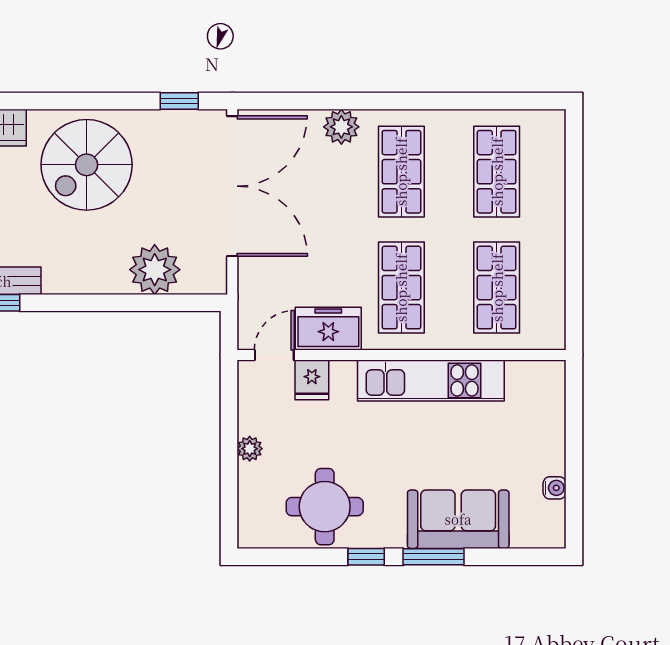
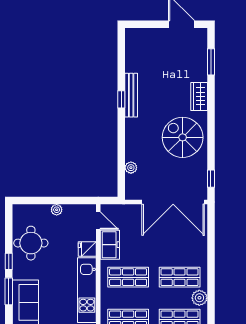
plant: (341, 127) -> (199, 298), moved
plant: (155, 270) -> (131, 168), width x0.53, depth x0.53
fridge: (312, 380) -> (87, 249), moved

